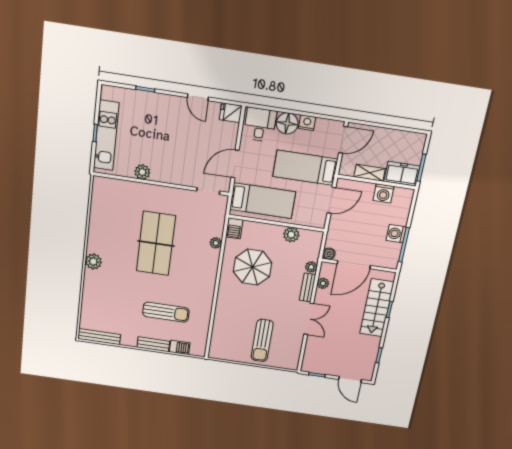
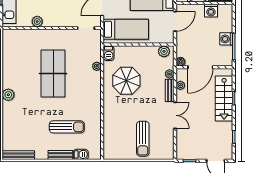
plant: (291, 235) -> (164, 51), moved

